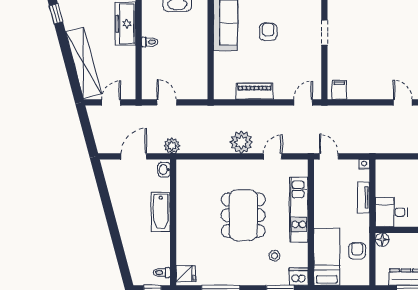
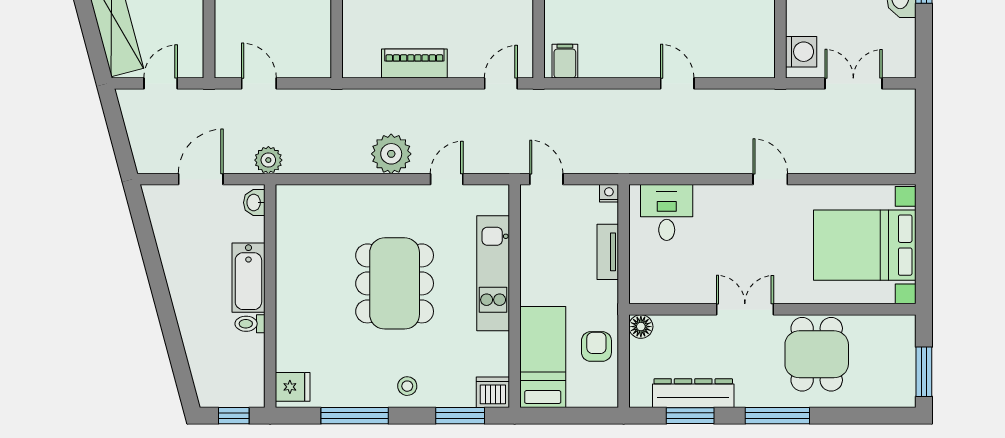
desk: (391, 212) -> (667, 212), moved, turned 90
stool: (274, 256) -> (407, 386), moved
toilet: (162, 273) -> (250, 324), moved

